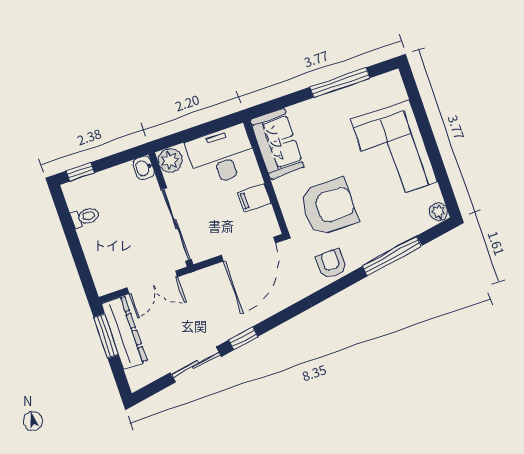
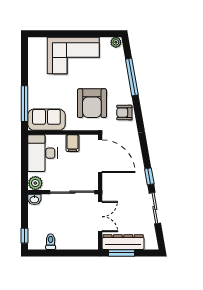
window: (340, 83) -> (24, 104), moved
armchair: (328, 207) -> (92, 103), turned 180

